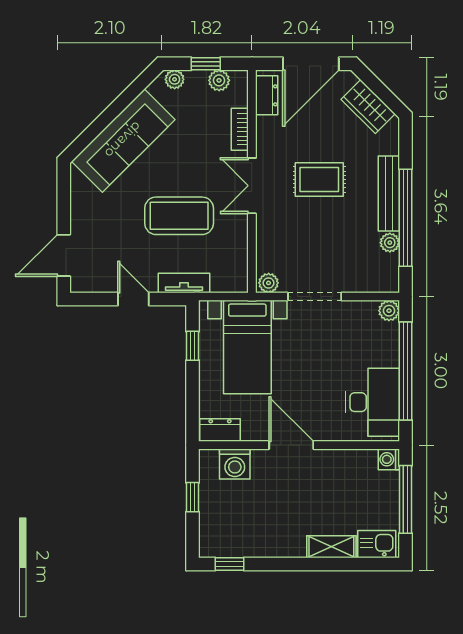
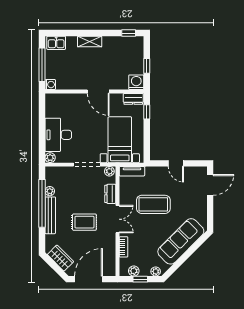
dresser: (267, 95) -> (110, 194), moved
tv unit: (184, 283) -> (132, 171), moved
window: (193, 346) -> (147, 112), moved
window: (406, 371) -> (42, 128), removed
desk: (373, 402) -> (58, 135), moved
washing machine: (235, 464) -> (136, 82), moved
shelving: (331, 547) -> (90, 42), moved

